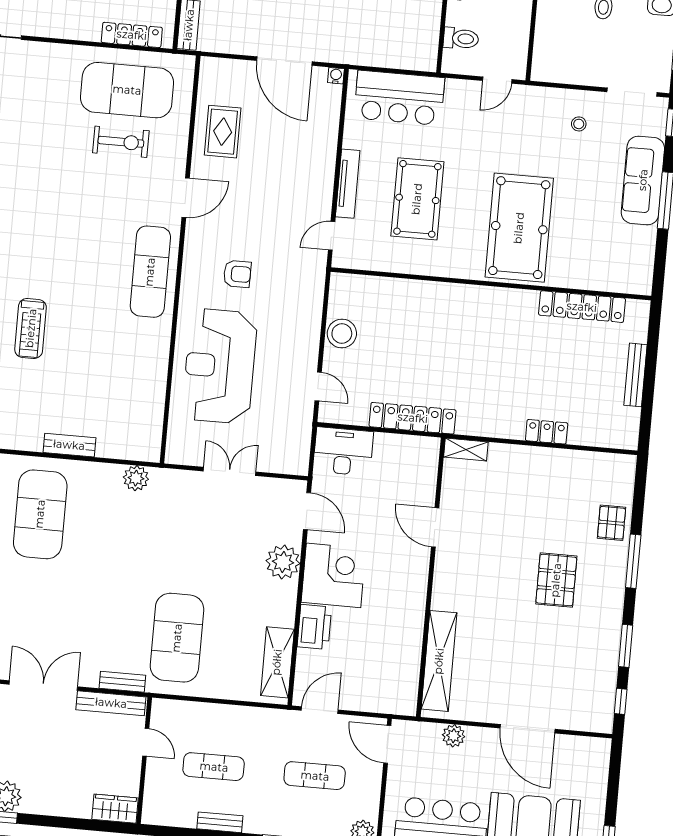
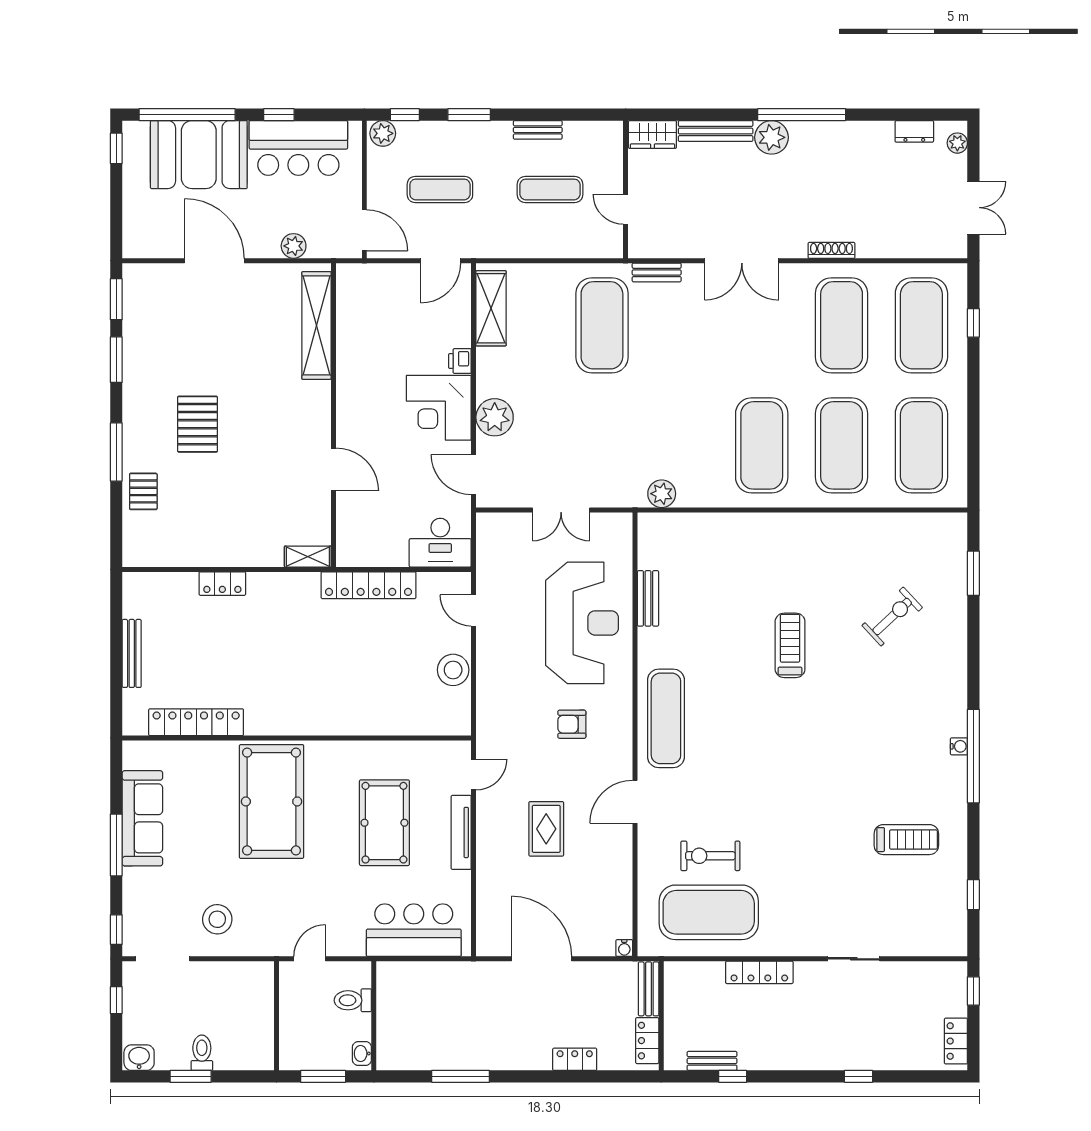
locker: (132, 35) -> (759, 972), moved
water cooler: (336, 76) -> (624, 948), moved
stool: (579, 124) -> (217, 919), width x1.89, depth x1.89
rug: (223, 132) -> (546, 829), moved
sofa: (643, 180) -> (142, 818), moved
bench: (69, 445) -> (648, 598), moved, turned 90
printer: (314, 627) -> (460, 361), width x0.53, depth x0.68
window: (621, 701) -> (116, 299), width x1.50
bench: (111, 703) -> (716, 131), moved

